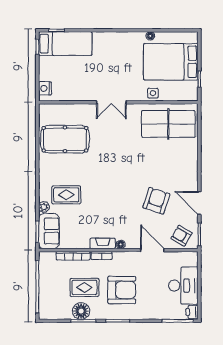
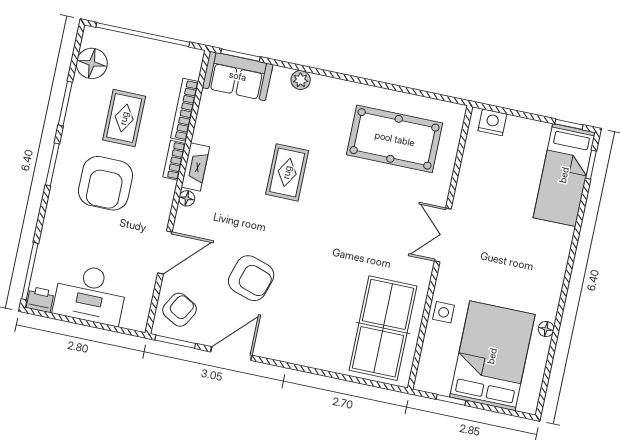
pool table: (65, 139) -> (395, 139), turned 90
rug: (66, 195) -> (287, 172), moved
plant: (44, 207) -> (301, 80), moved
floor lamp: (81, 311) -> (92, 63), moved

